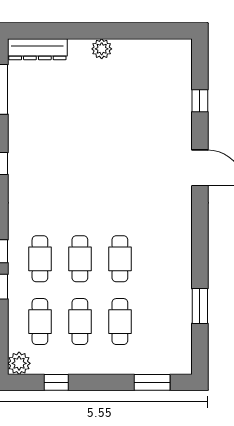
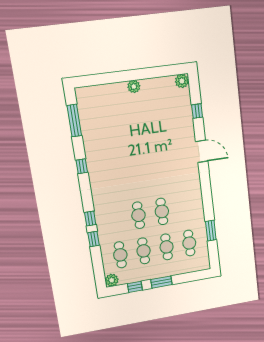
dresser: (37, 49) -> (94, 92), removed
plant: (181, 50) -> (182, 81), added
cafe table: (40, 259) -> (189, 243), moved
window: (152, 382) -> (161, 282), moved

